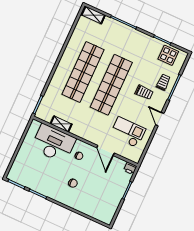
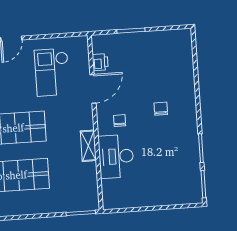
shelving: (61, 124) -> (88, 146), moved
desk: (53, 143) -> (116, 156), width x0.73, depth x0.77
printer: (130, 168) -> (100, 62), moved

